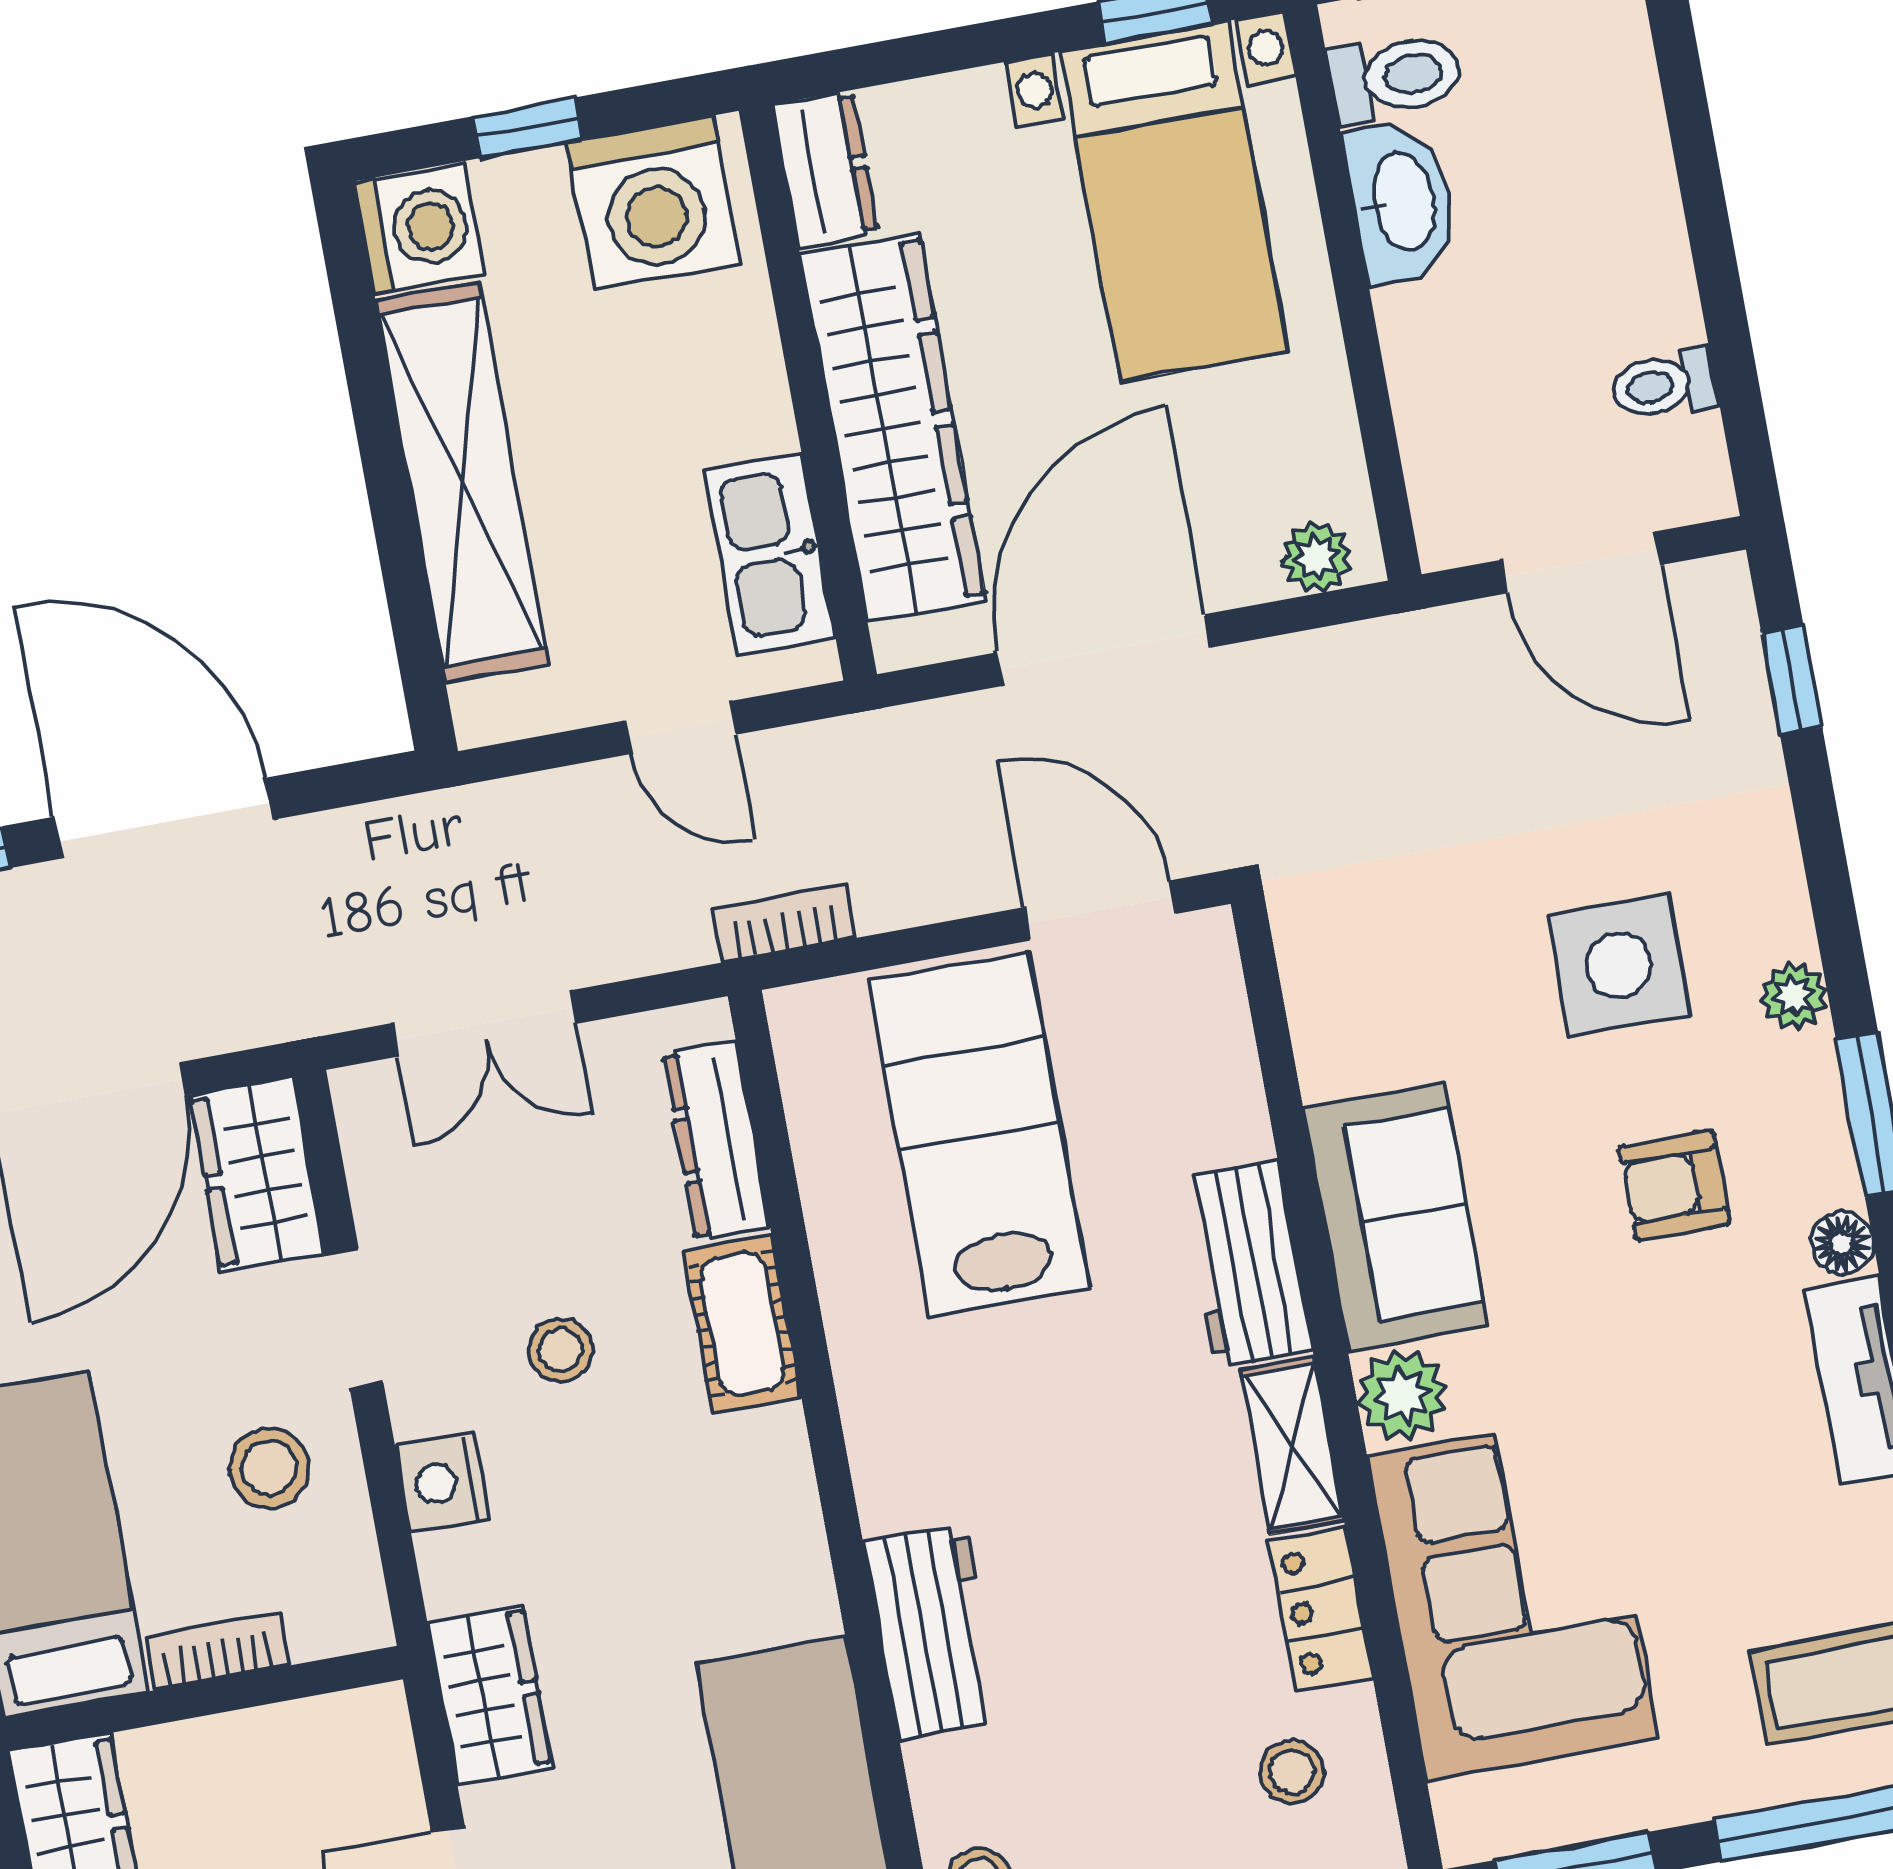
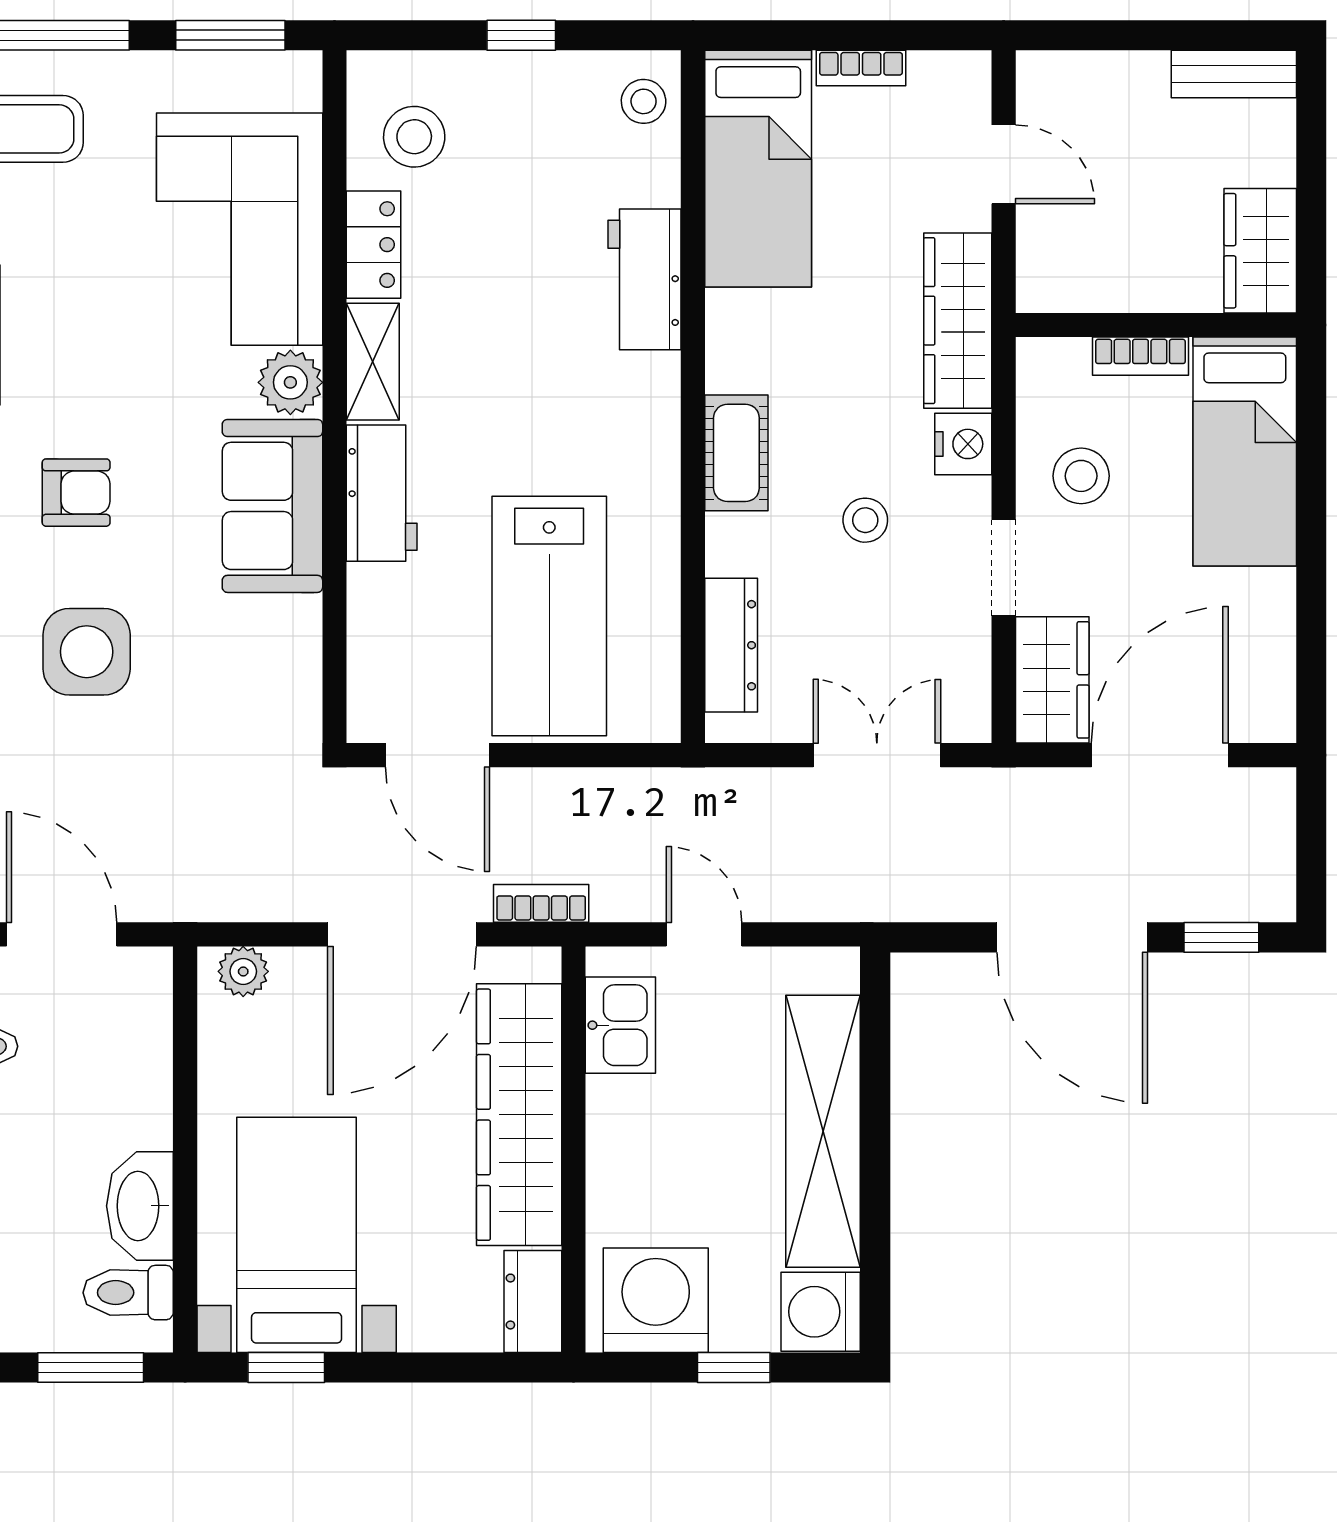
kitchen sink: (769, 553) -> (620, 1025), width x0.73
bookcase: (784, 924) -> (541, 903), moved, turned 180
cot: (742, 1324) -> (736, 453), moved
wardrobe: (490, 1695) -> (958, 321), width x1.50
stool: (1292, 1772) -> (414, 137), width x1.37, depth x1.37

